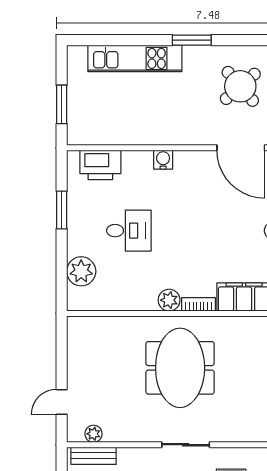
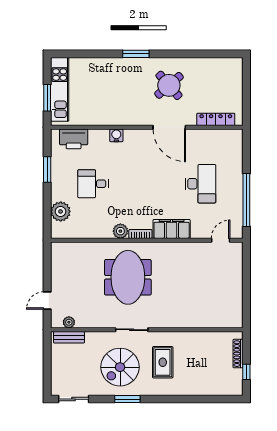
kitchen unit: (135, 58) -> (60, 89), moved, turned -90
desk: (129, 231) -> (93, 184), turned 180

